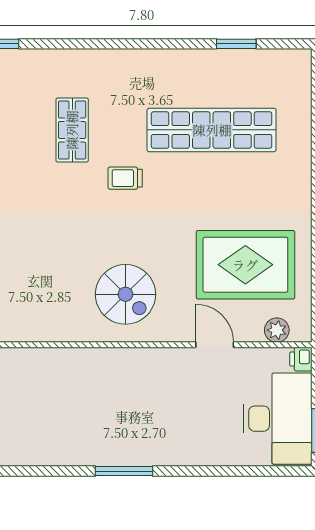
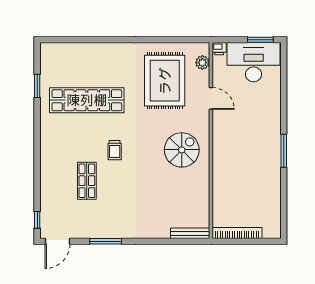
shop shelf: (72, 130) -> (87, 181), turned 90
shop shelf: (212, 130) -> (87, 100), turned 90
door: (215, 345) -> (211, 98), swing flipped

